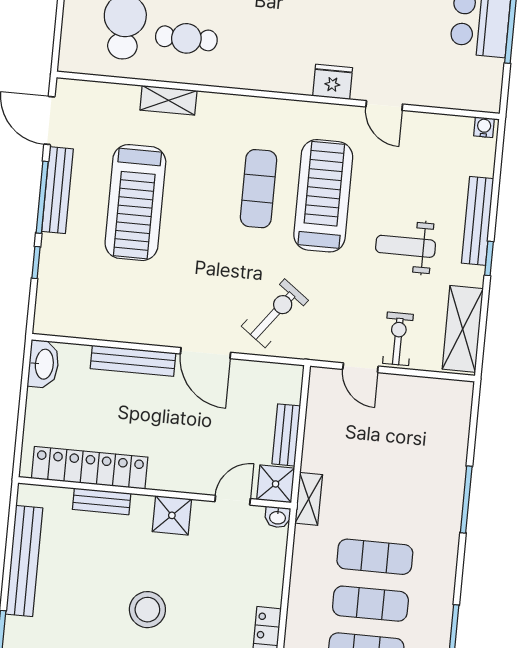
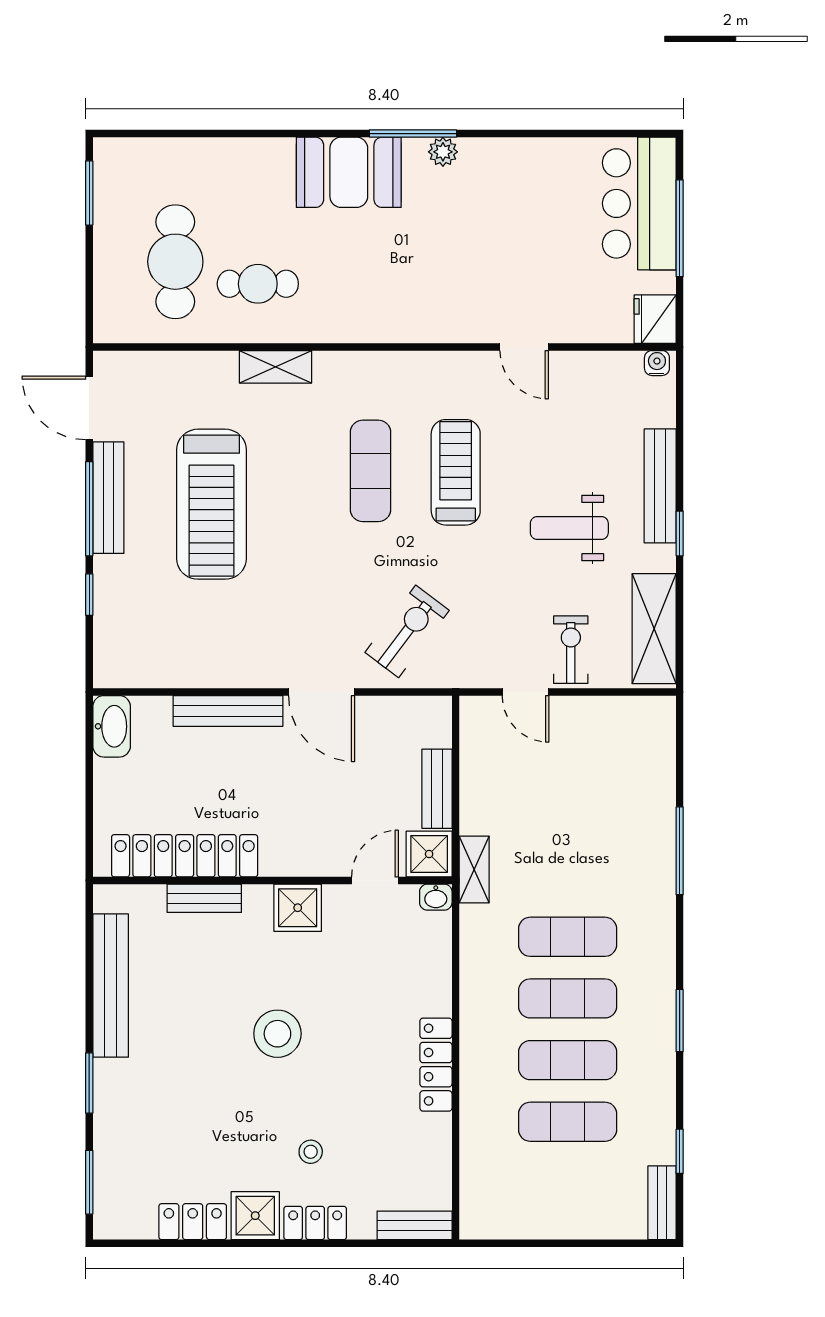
fridge: (333, 82) -> (655, 319), moved, turned -90
shelving: (168, 100) -> (275, 367), moved
treadmill: (323, 196) -> (456, 472), width x0.73, depth x0.73

